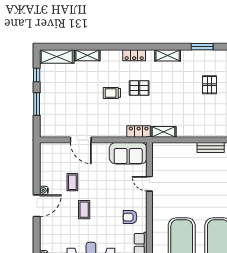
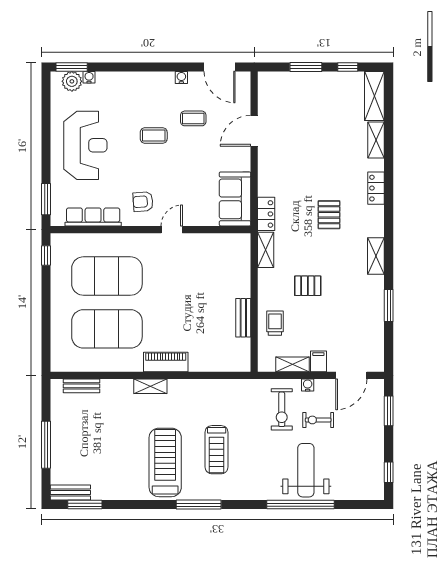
locker: (134, 55) -> (376, 188), moved
pallet: (210, 85) -> (308, 286), moved
trolley: (112, 93) -> (275, 323), moved
door: (149, 184) -> (172, 230), moved
door: (37, 206) -> (220, 67), moved
armchair: (130, 217) -> (143, 202), turned -94

